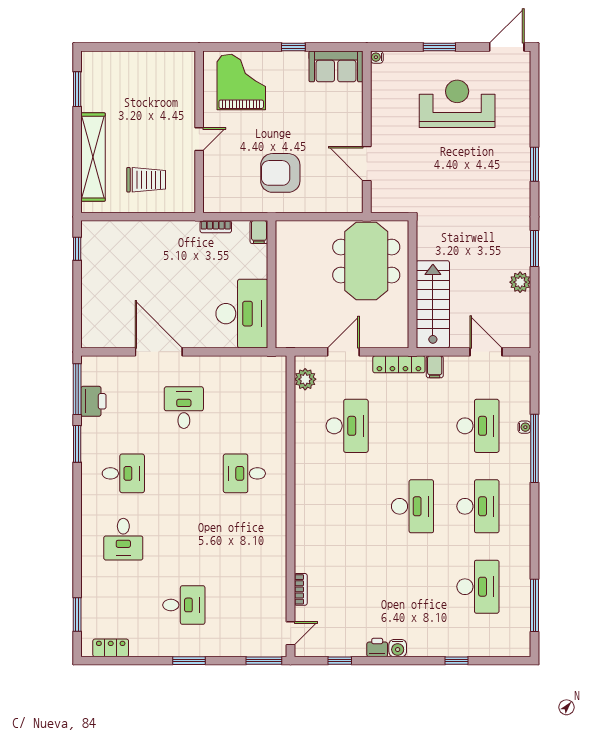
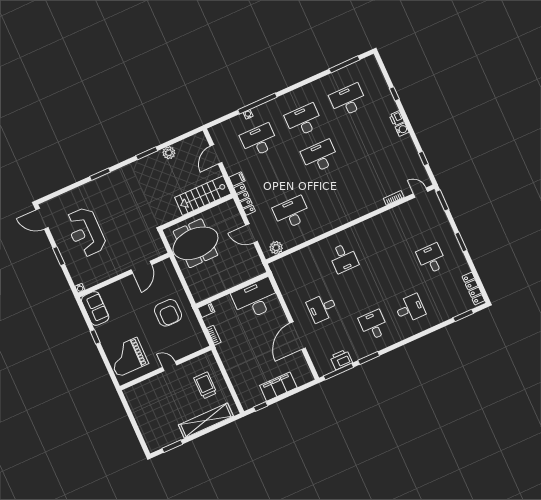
filing cabinet: (95, 289) -> (278, 387), added
locker: (111, 648) -> (473, 289), width x1.53
printer: (377, 648) -> (397, 118), moved

